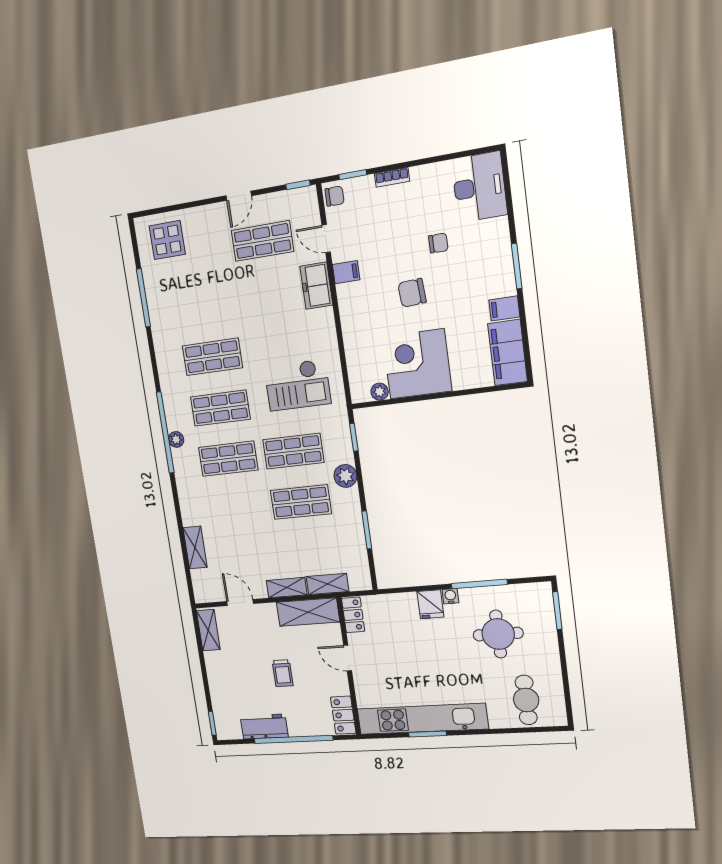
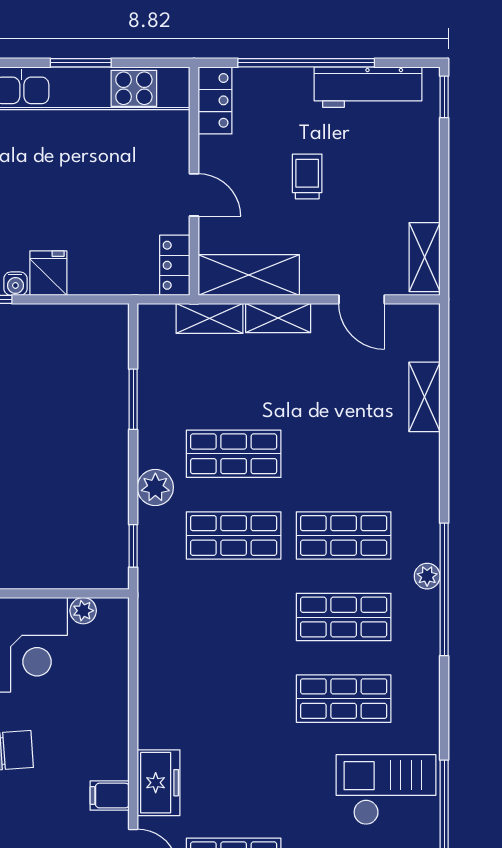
checkout: (297, 385) -> (386, 790), moved
workbench: (264, 727) -> (368, 87), width x1.37

